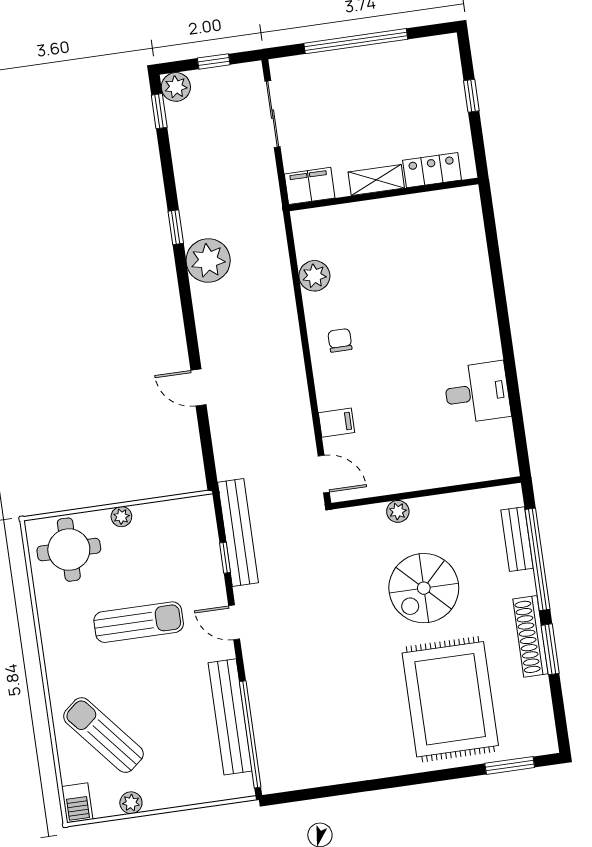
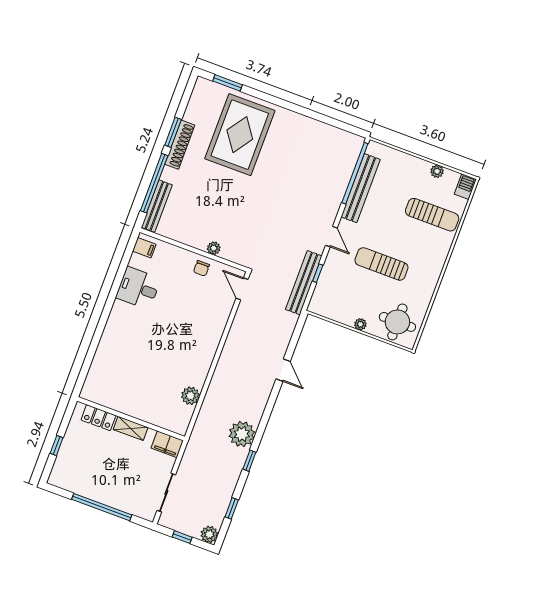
window: (159, 111) -> (232, 508), moved
chair: (340, 340) -> (201, 268), moved
filing cabinet: (337, 423) -> (144, 248), moved, turned 180
bench: (517, 539) -> (157, 206), width x1.36
spiral stairs: (424, 588) -> (222, 201), removed
sun lounger: (103, 735) -> (432, 215), turned -50

